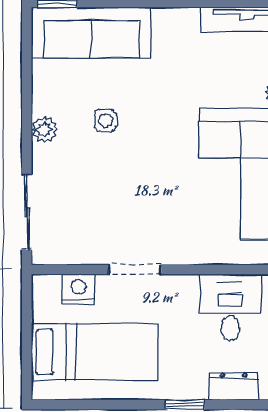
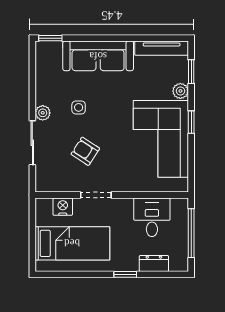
sofa: (91, 33) -> (98, 56), moved
armchair: (117, 195) -> (85, 151), added
sliding door: (27, 212) -> (32, 143), moved

